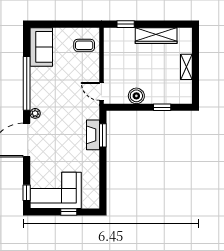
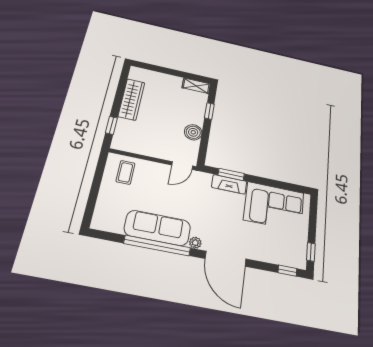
sofa: (41, 47) -> (158, 228), moved, width x1.36
shelving: (186, 67) -> (196, 86), moved
corner sofa: (56, 190) -> (274, 206), moved, turned -90
window: (69, 212) -> (311, 252), moved

